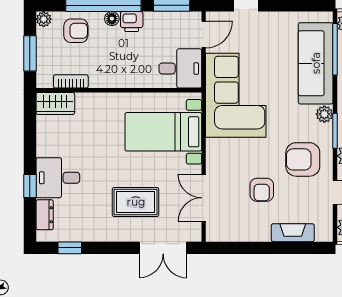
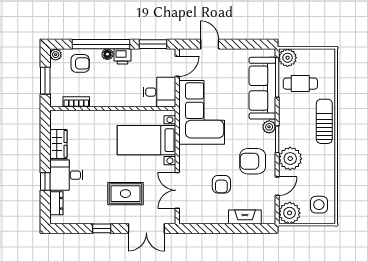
wardrobe: (55, 103) -> (58, 144), moved, turned -90
window: (70, 248) -> (102, 228), moved

